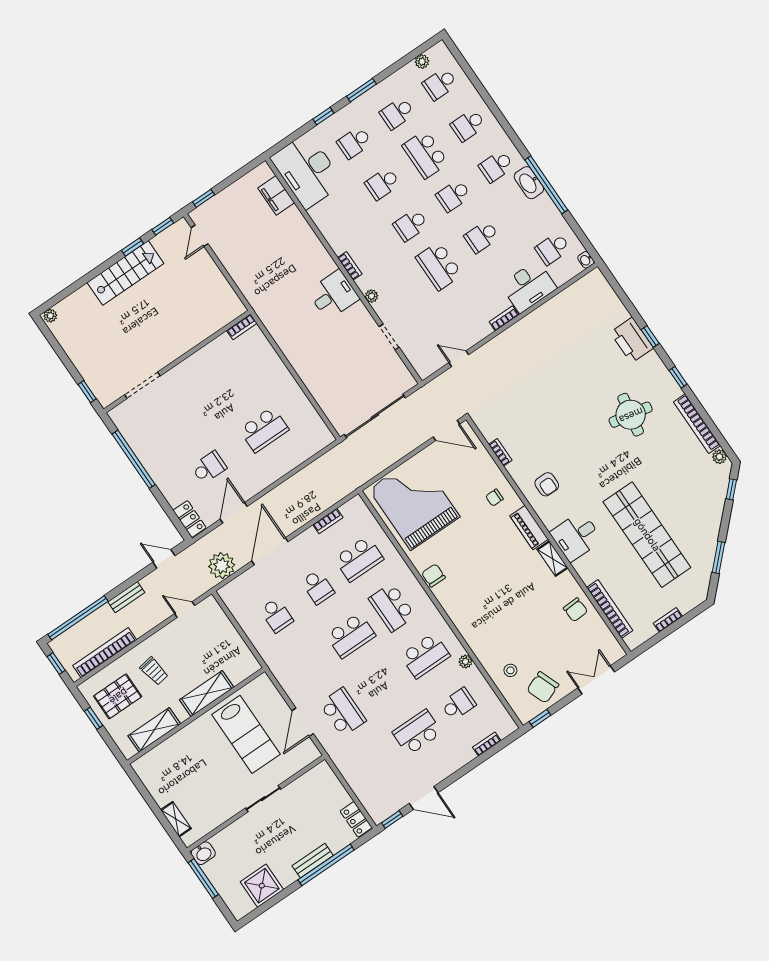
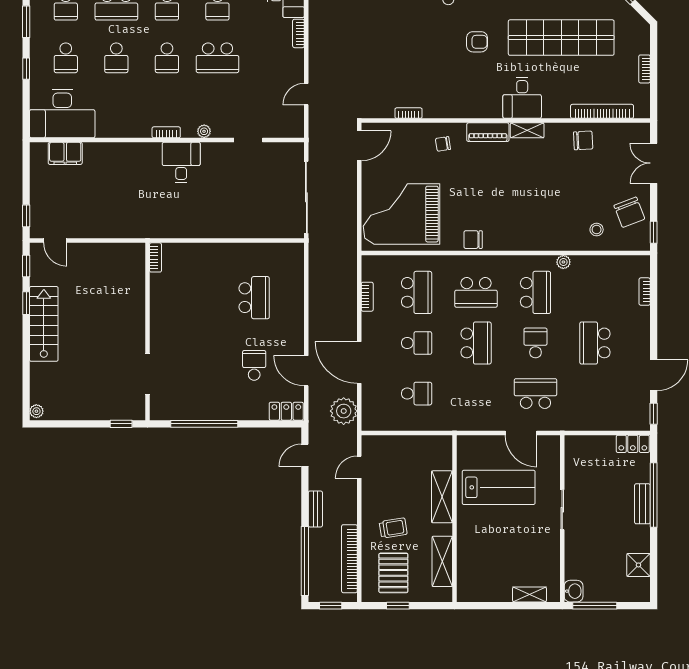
armchair: (547, 484) -> (477, 42), moved
chair: (494, 498) -> (443, 144), turned 81
school desk: (458, 704) -> (535, 343), moved
shower: (262, 886) -> (638, 565), width x0.73, depth x0.73

